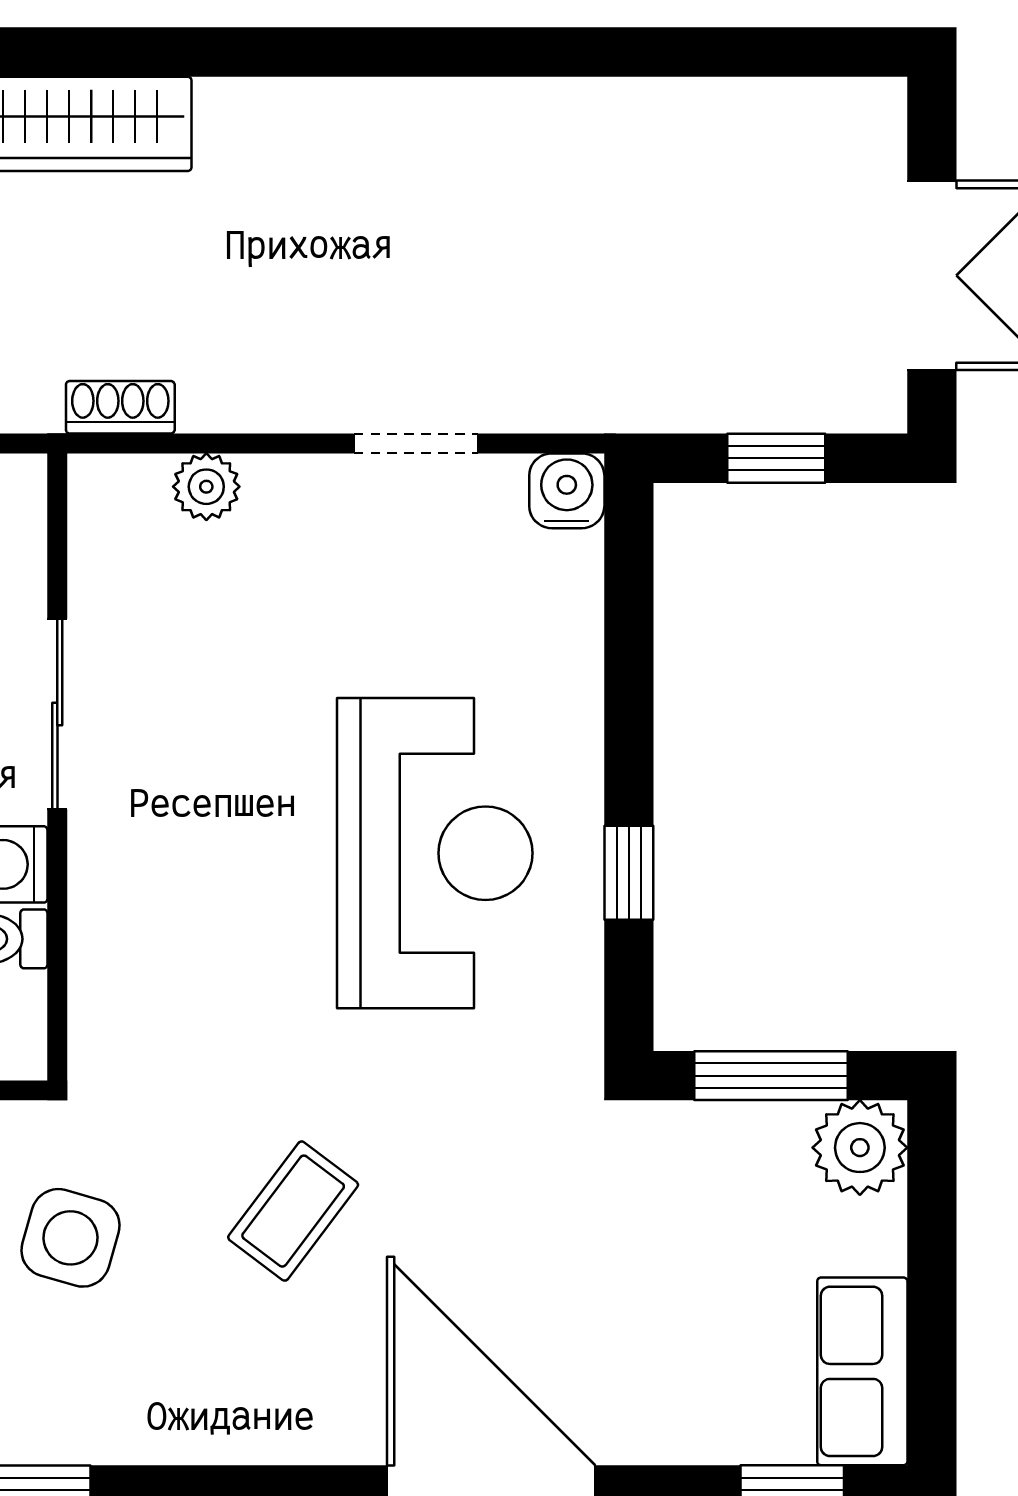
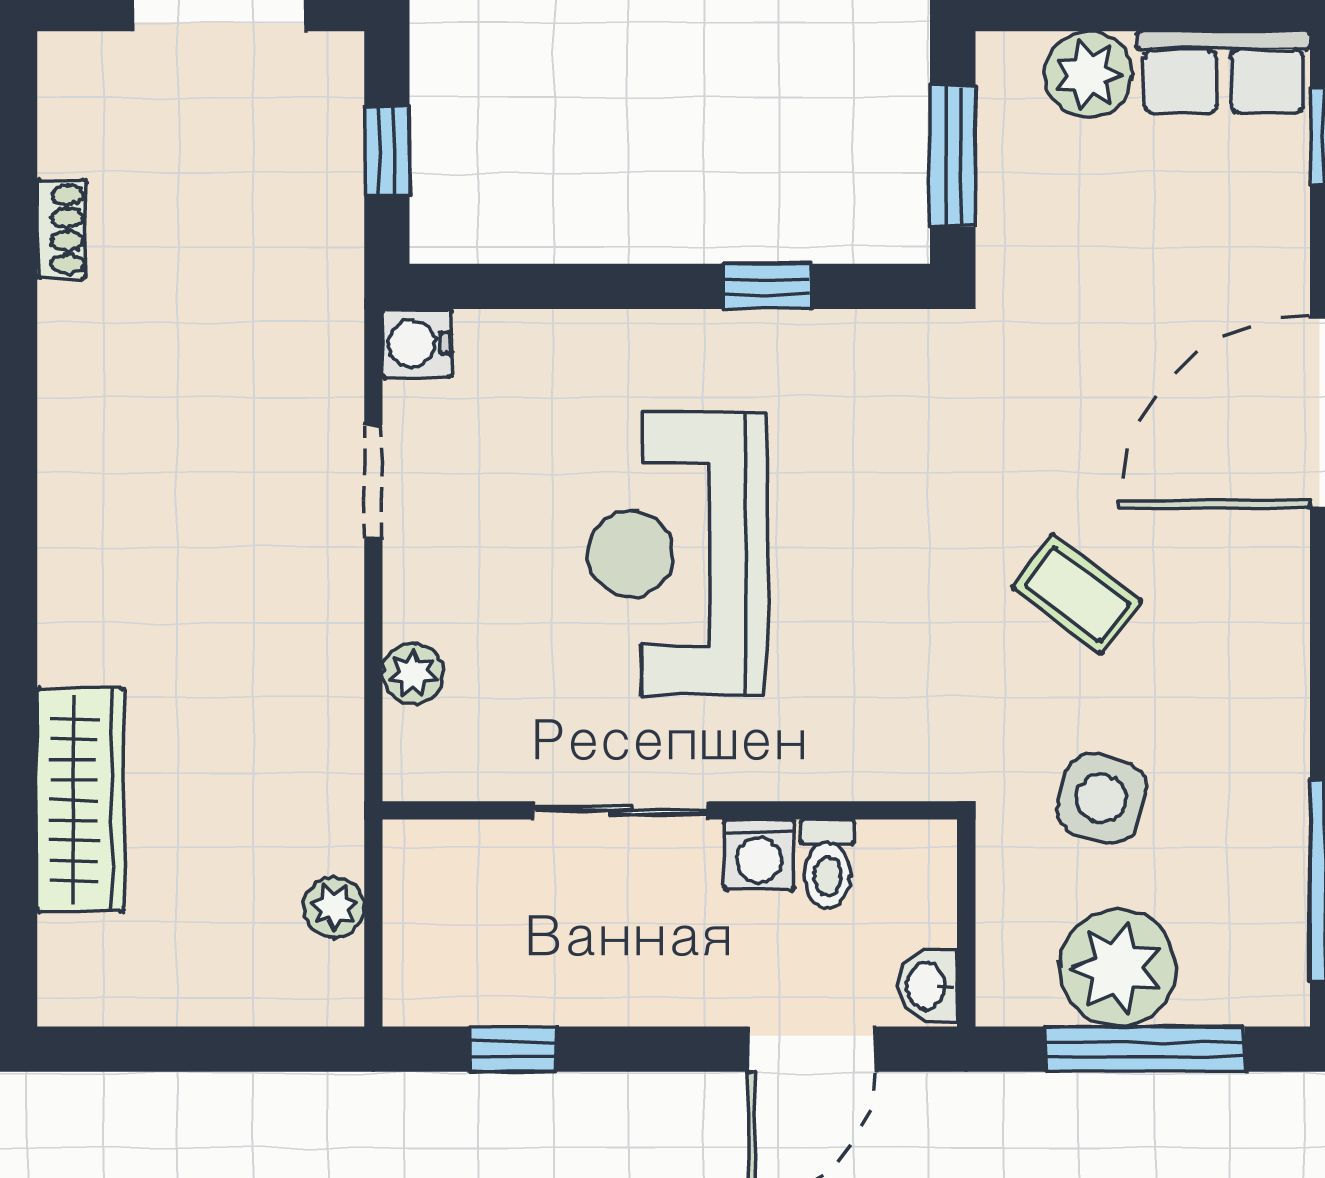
shoe rack: (120, 407) -> (61, 229), moved, turned 180
reception desk: (435, 853) -> (677, 554), moved, turned -90
plant: (860, 1148) -> (1088, 75), moved

